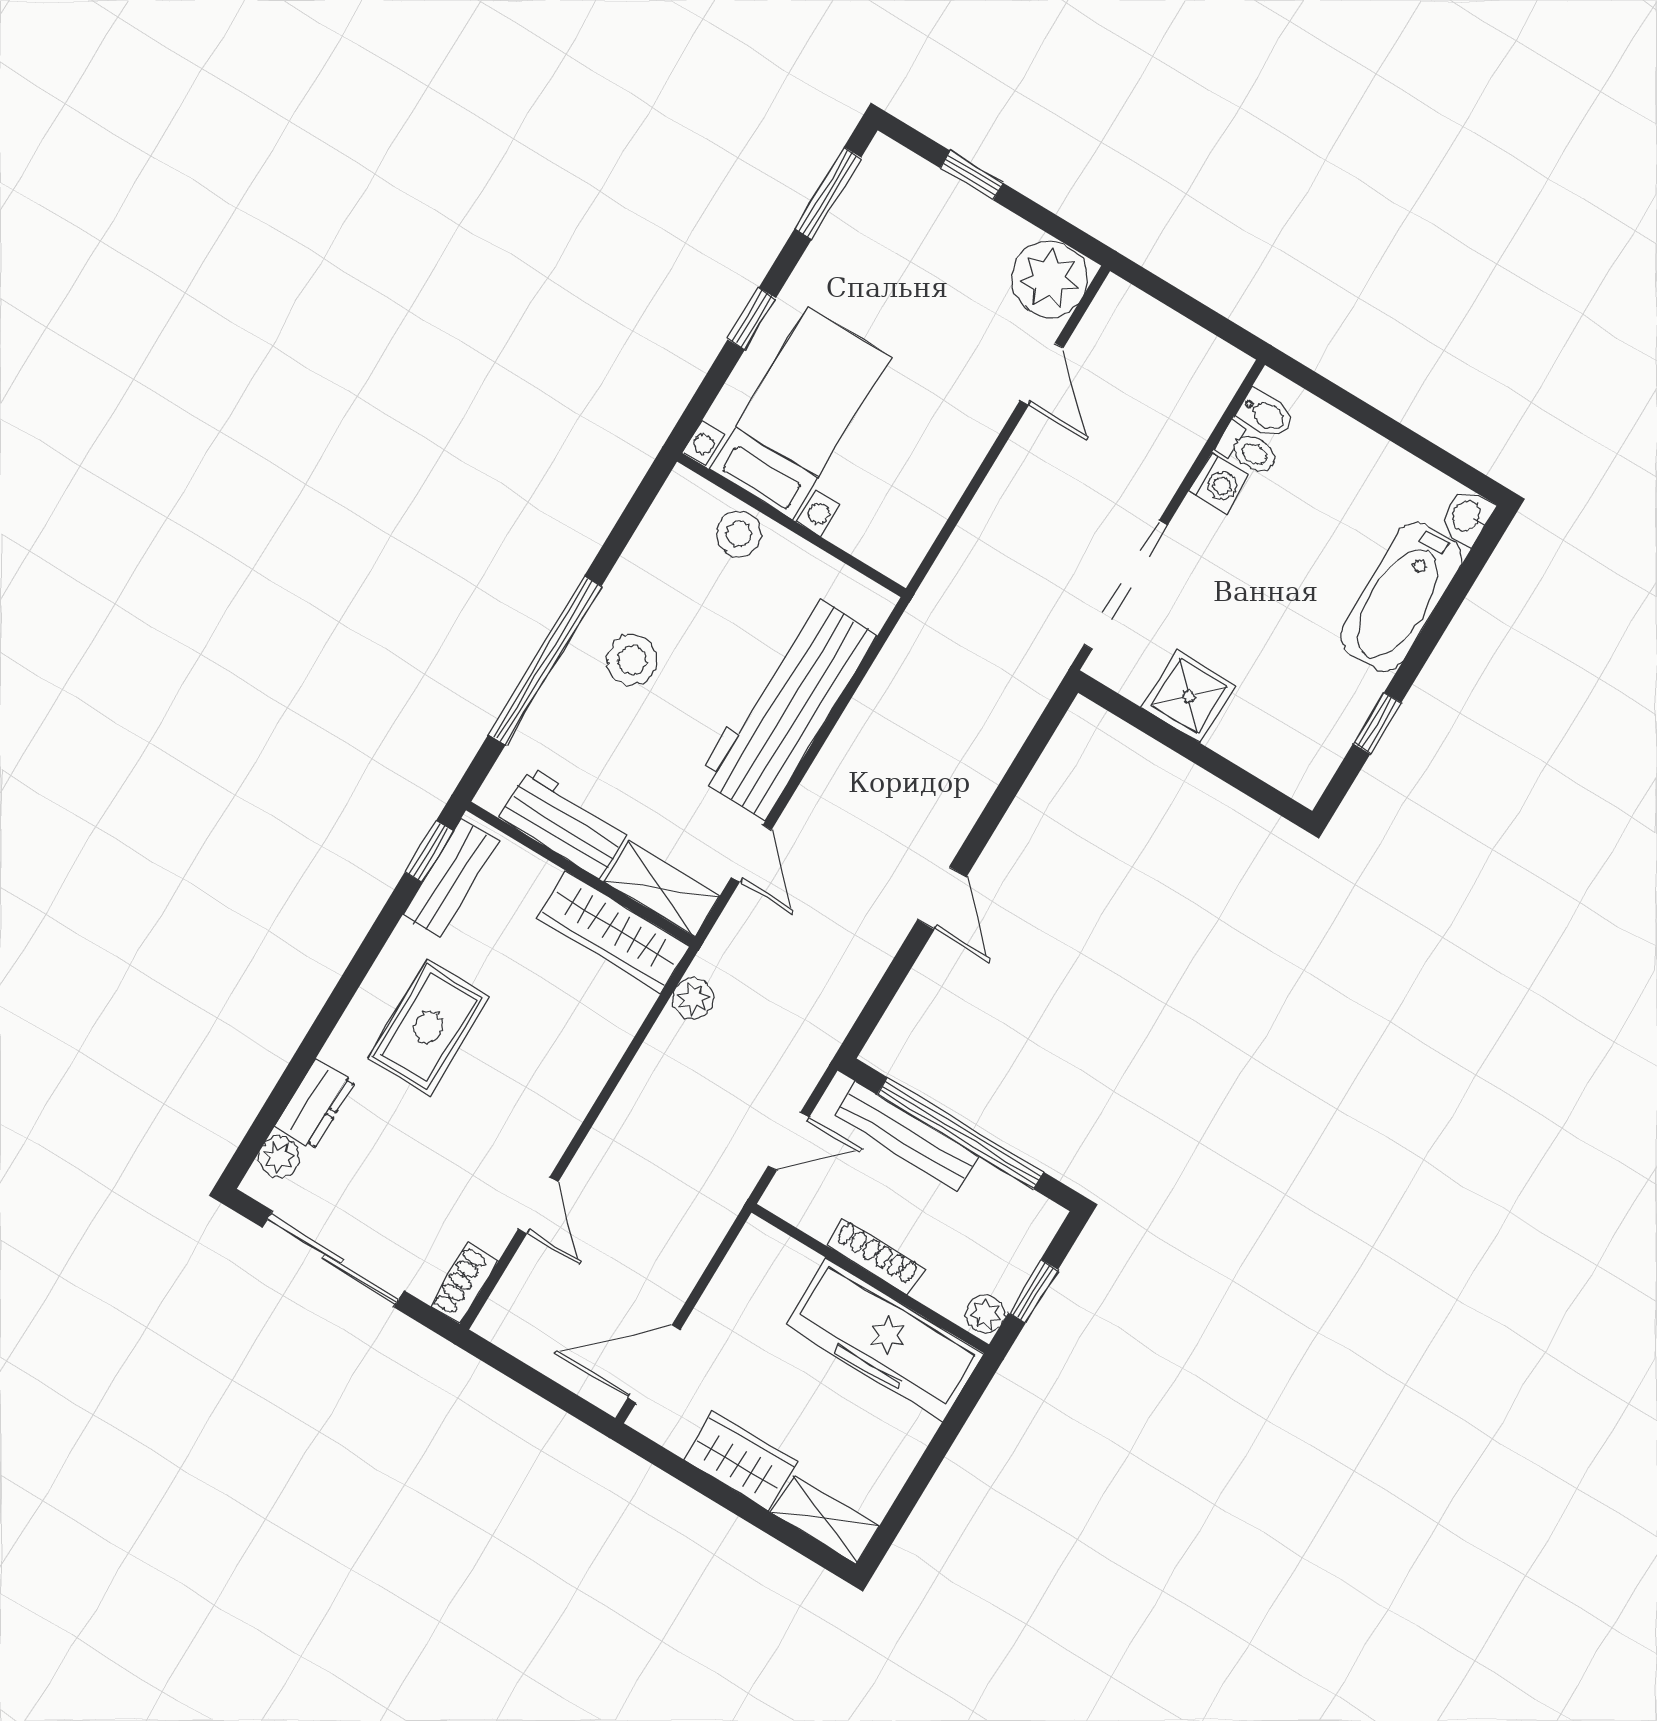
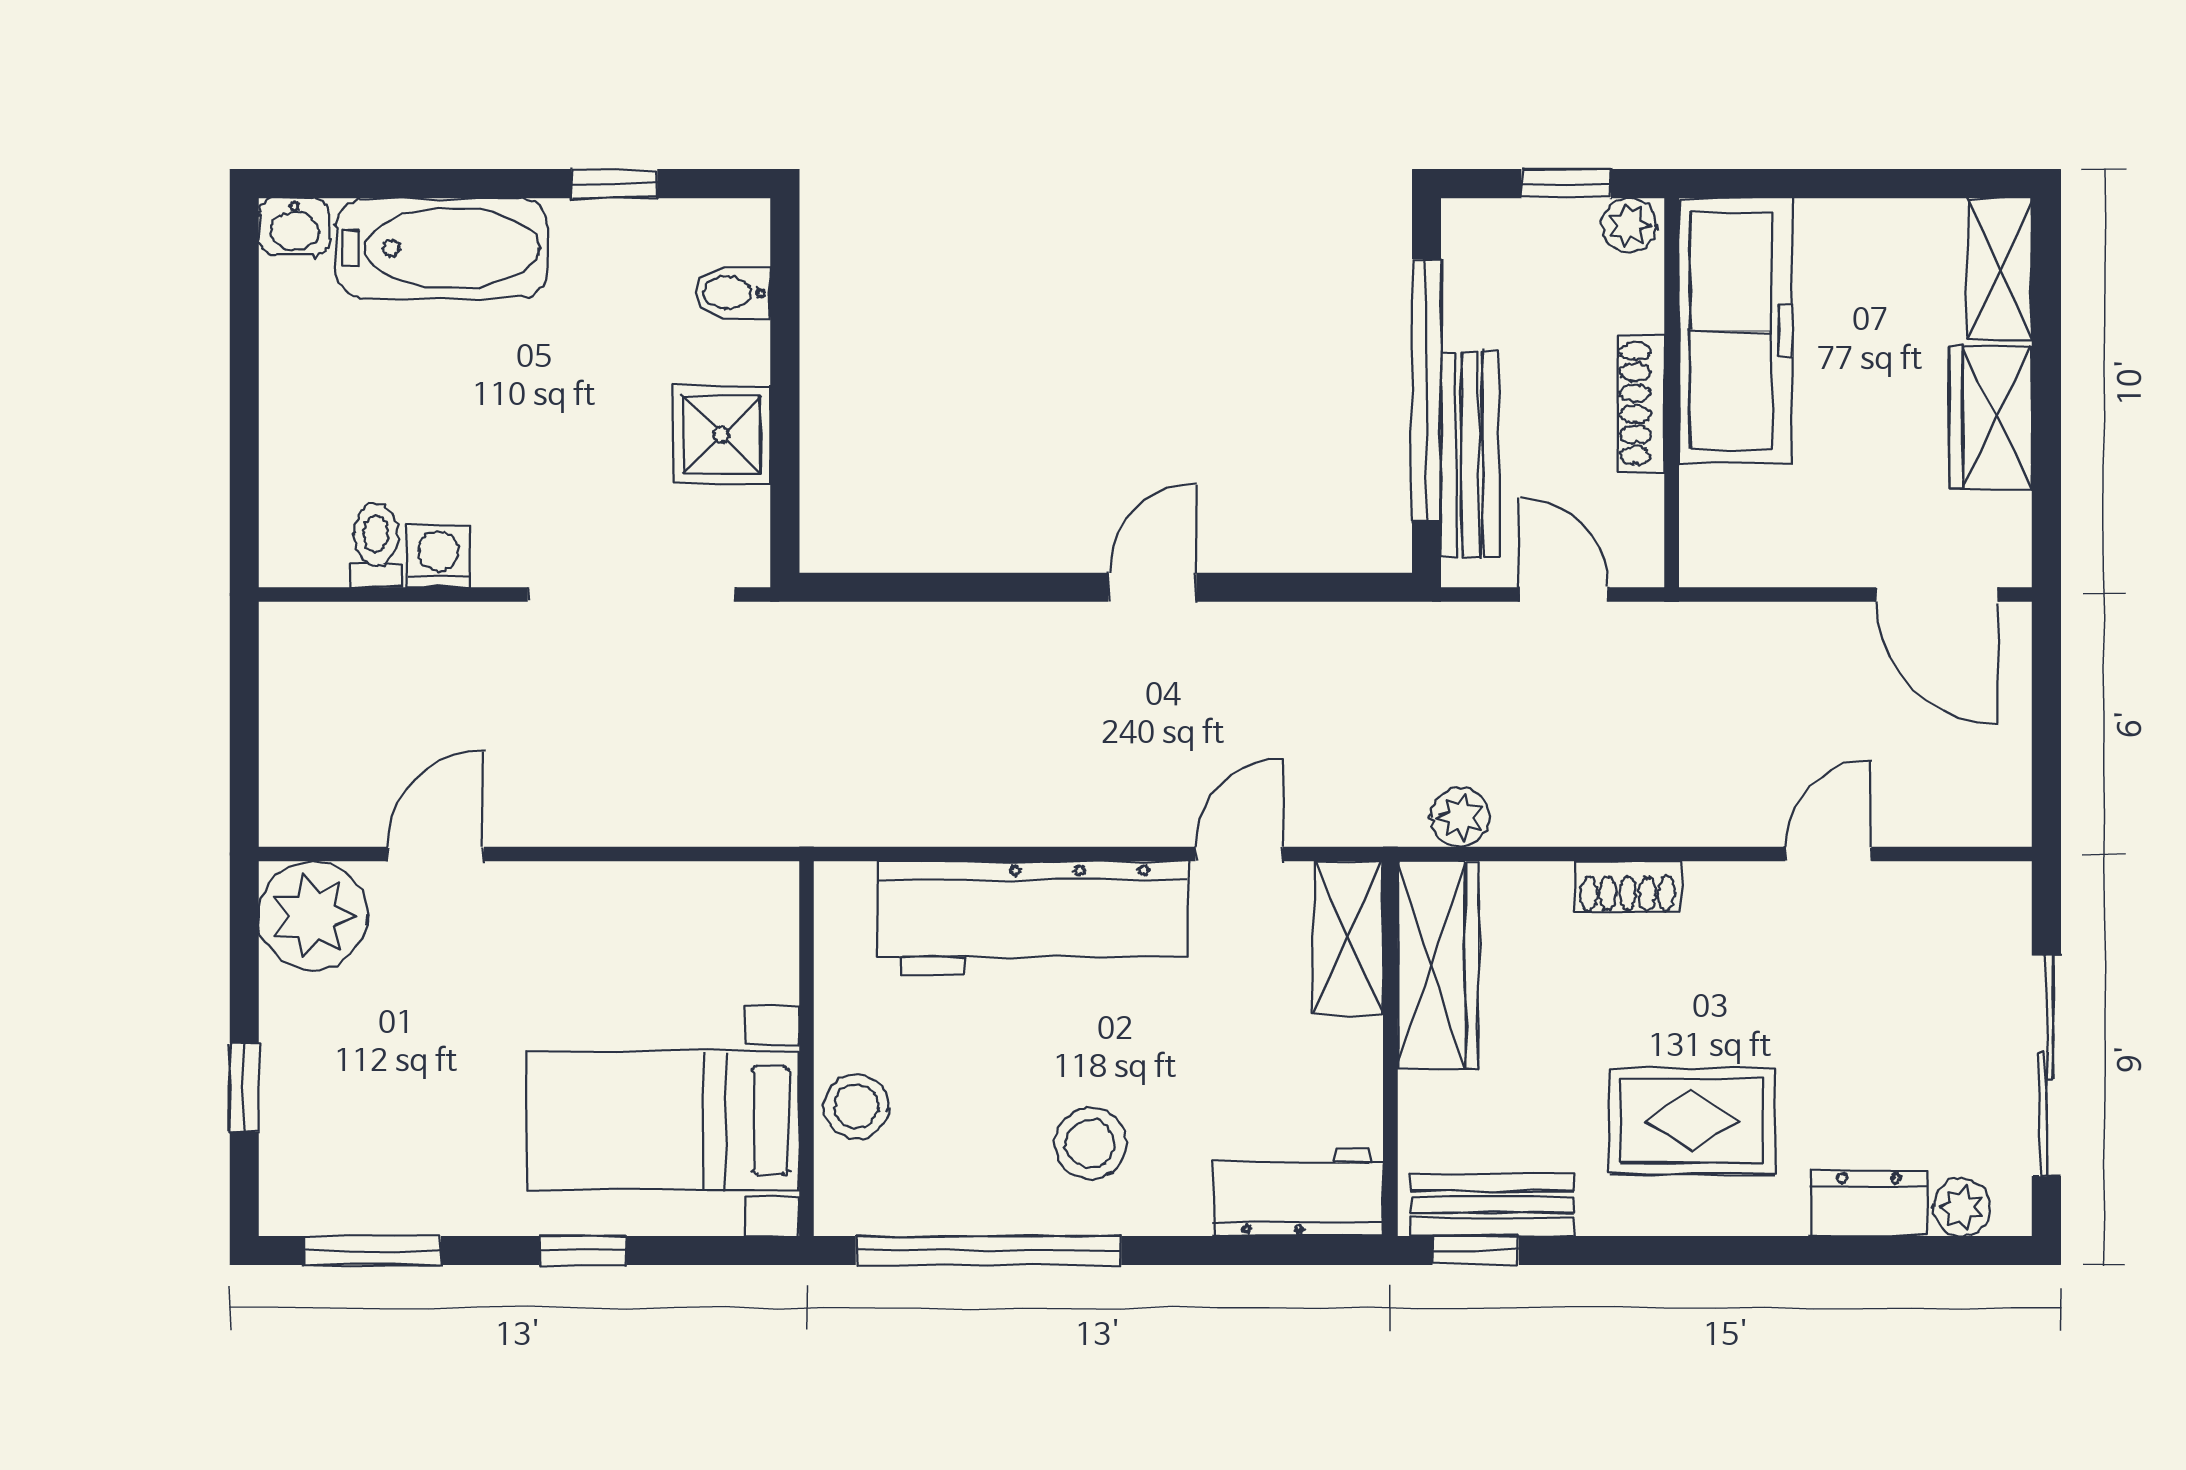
bidet: (1266, 414) -> (733, 293), moved, turned -90
window: (545, 660) -> (988, 1250), moved
workbench: (565, 823) -> (1298, 1192), moved, turned 90
shoe rack: (464, 1283) -> (1627, 887), moved

